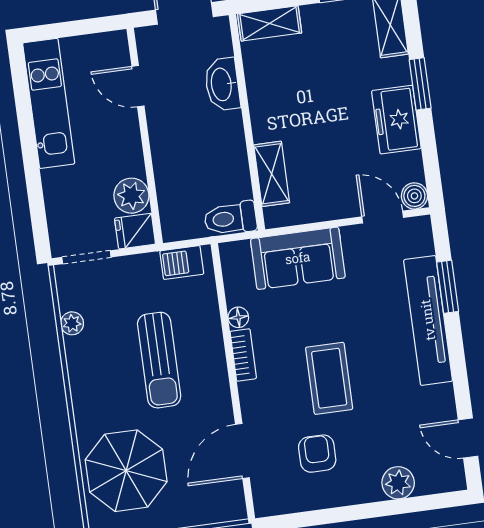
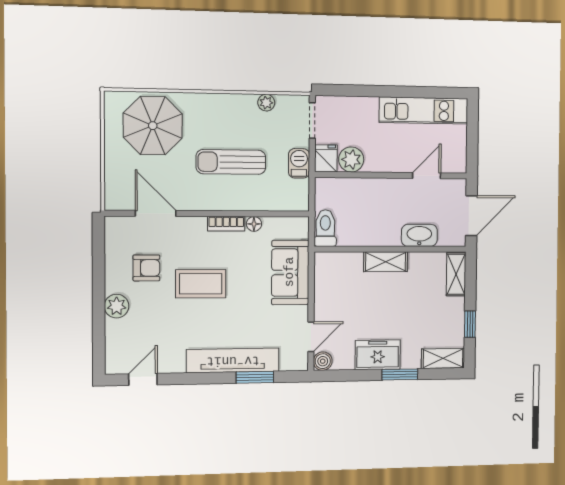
shelving: (272, 174) -> (386, 262), moved
barbecue: (182, 263) -> (299, 163), moved
plant: (398, 483) -> (117, 306), moved

